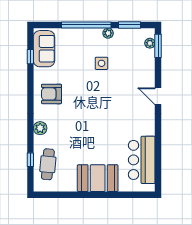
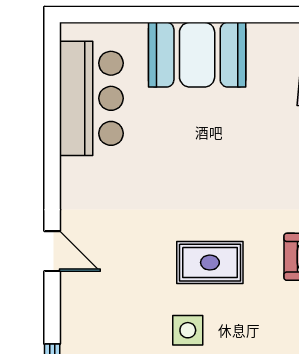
rug: (92, 92) -> (210, 263), added

